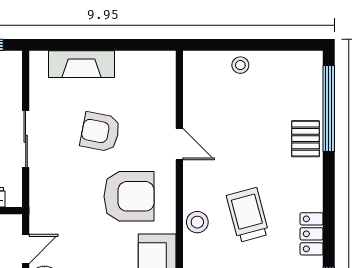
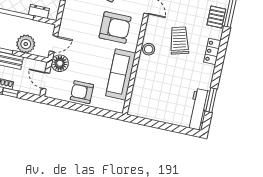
trolley: (248, 215) -> (179, 40), moved
locker: (312, 234) -> (212, 51), moved

